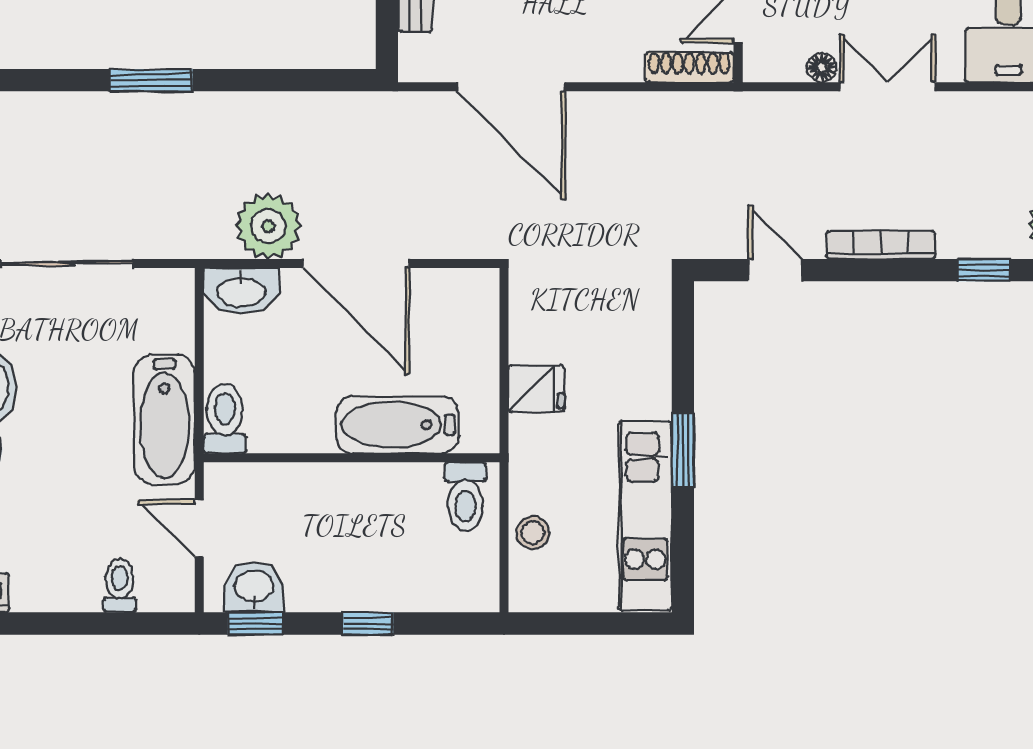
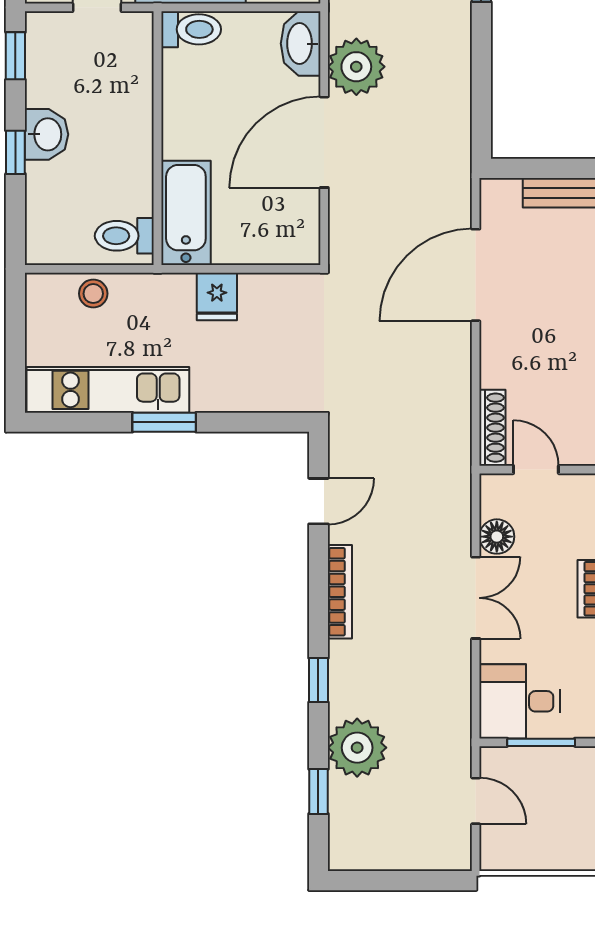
floor lamp: (822, 68) -> (497, 537), width x1.37, depth x1.37
bathtub: (397, 425) -> (186, 213), moved
washbasin: (254, 587) -> (46, 134), moved

